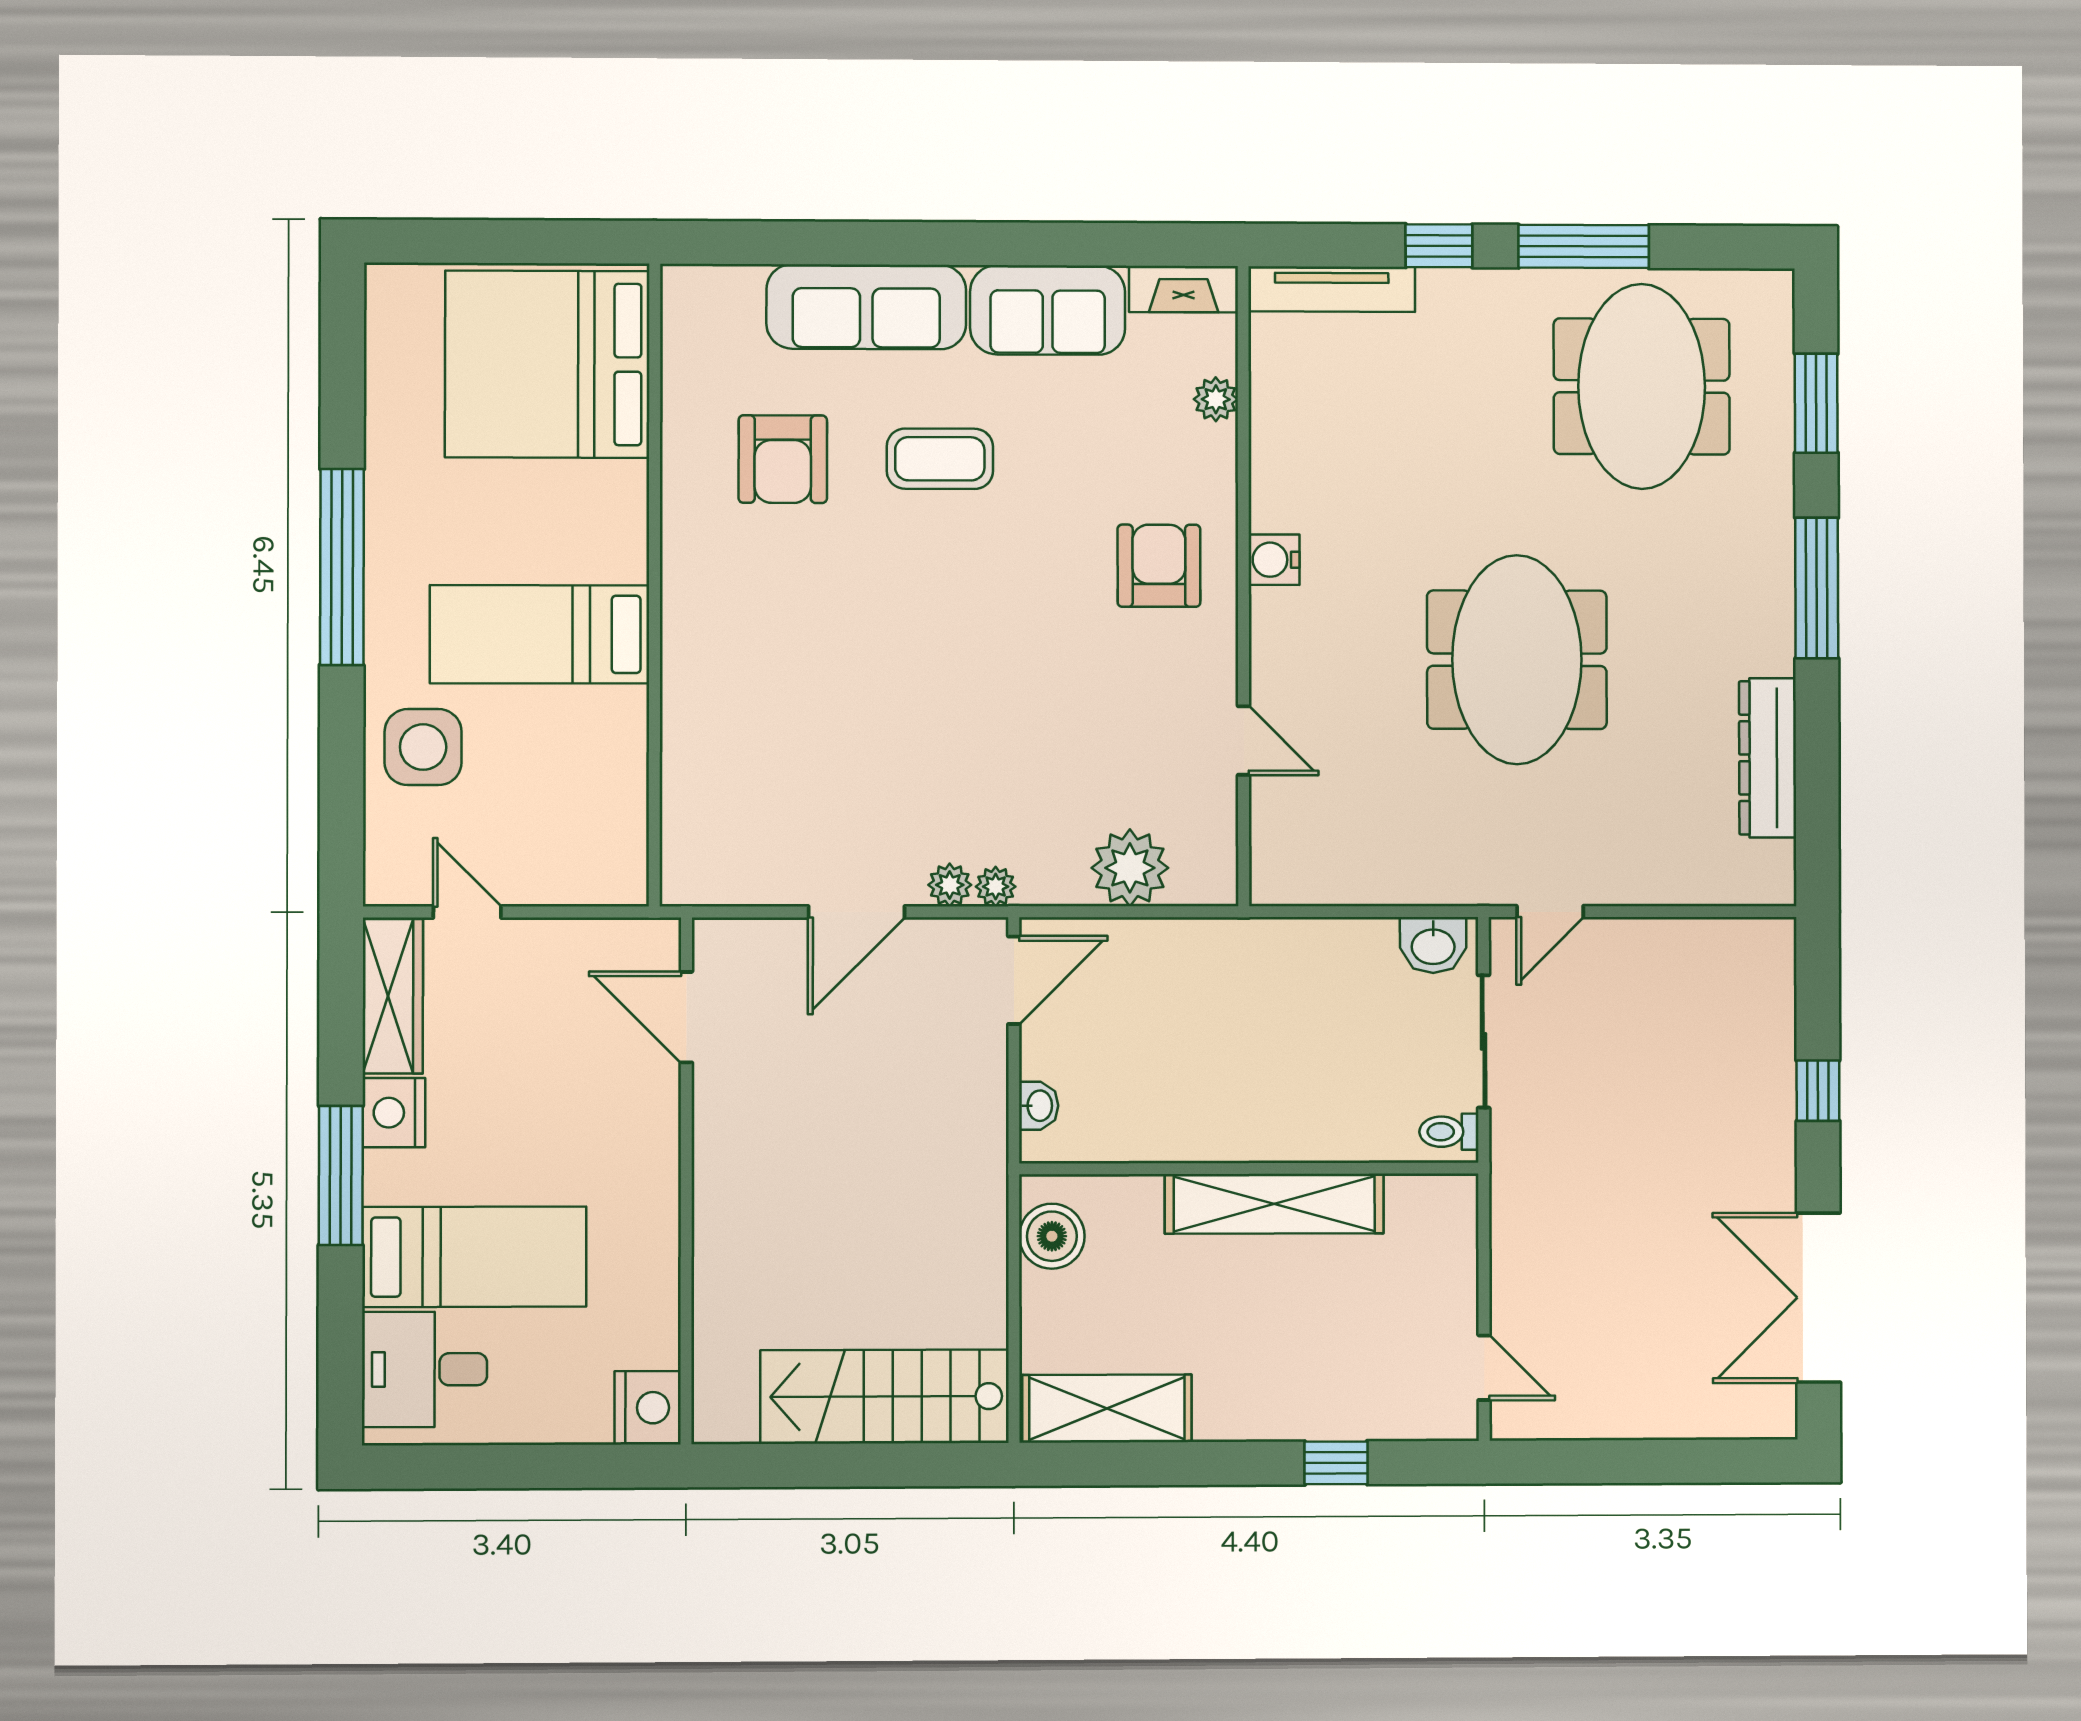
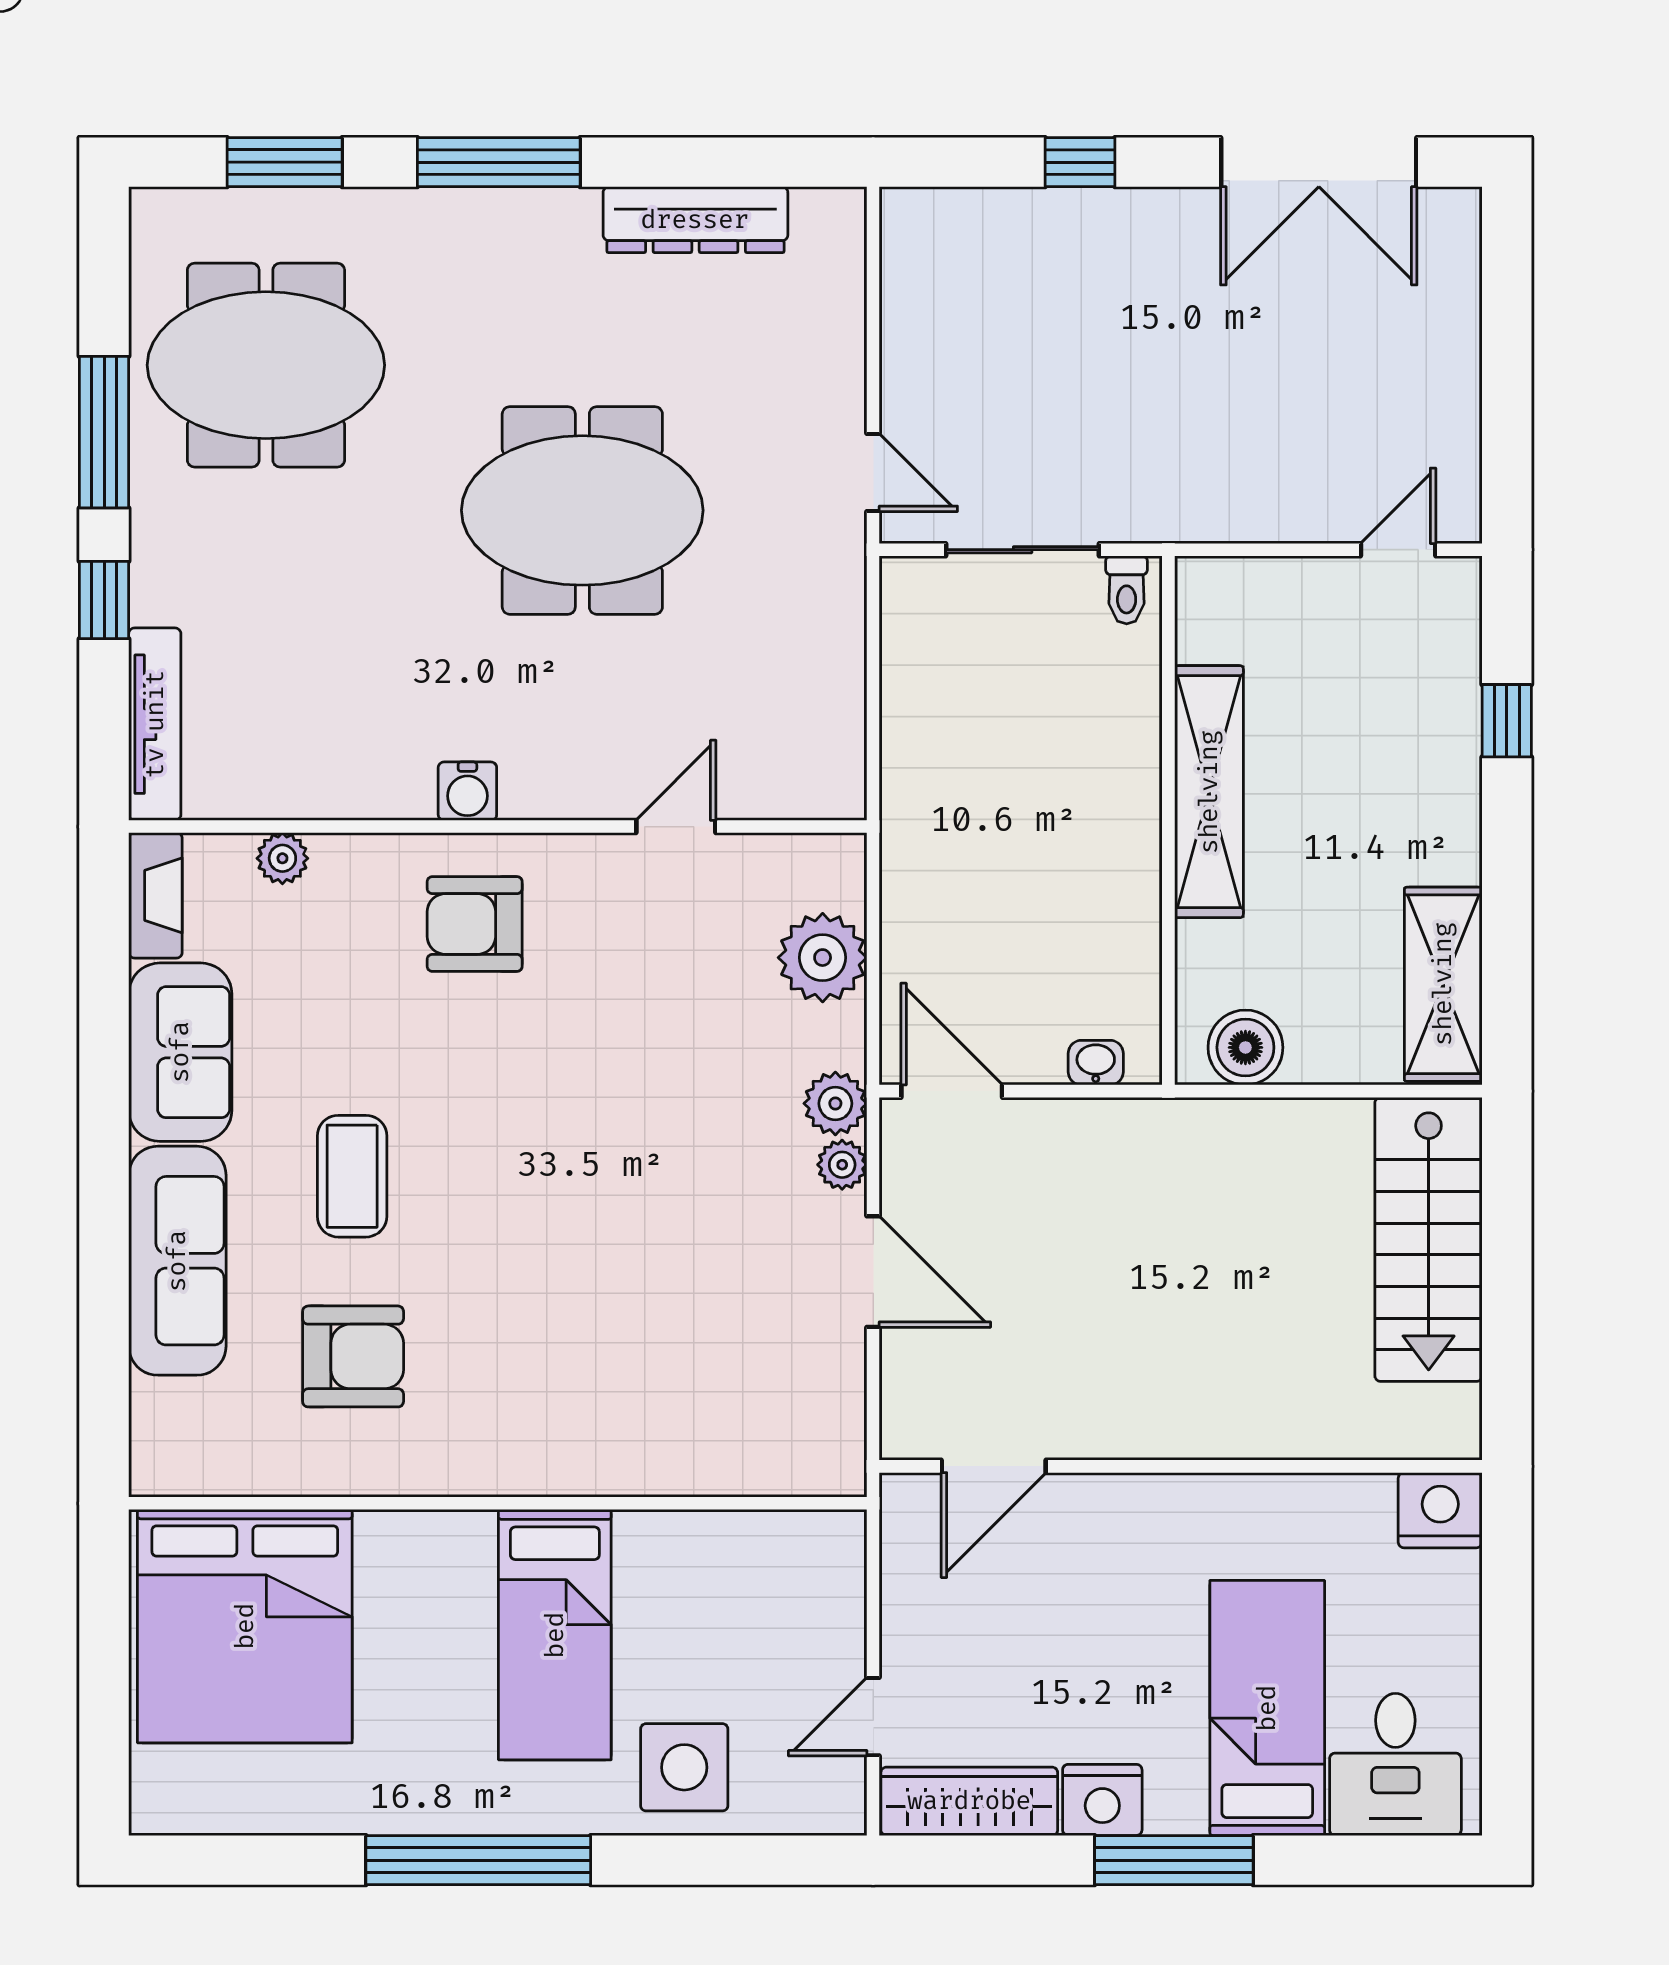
plant: (996, 887) -> (835, 1103), width x1.38, depth x1.38
washbasin: (1433, 945) -> (912, 608), removed

